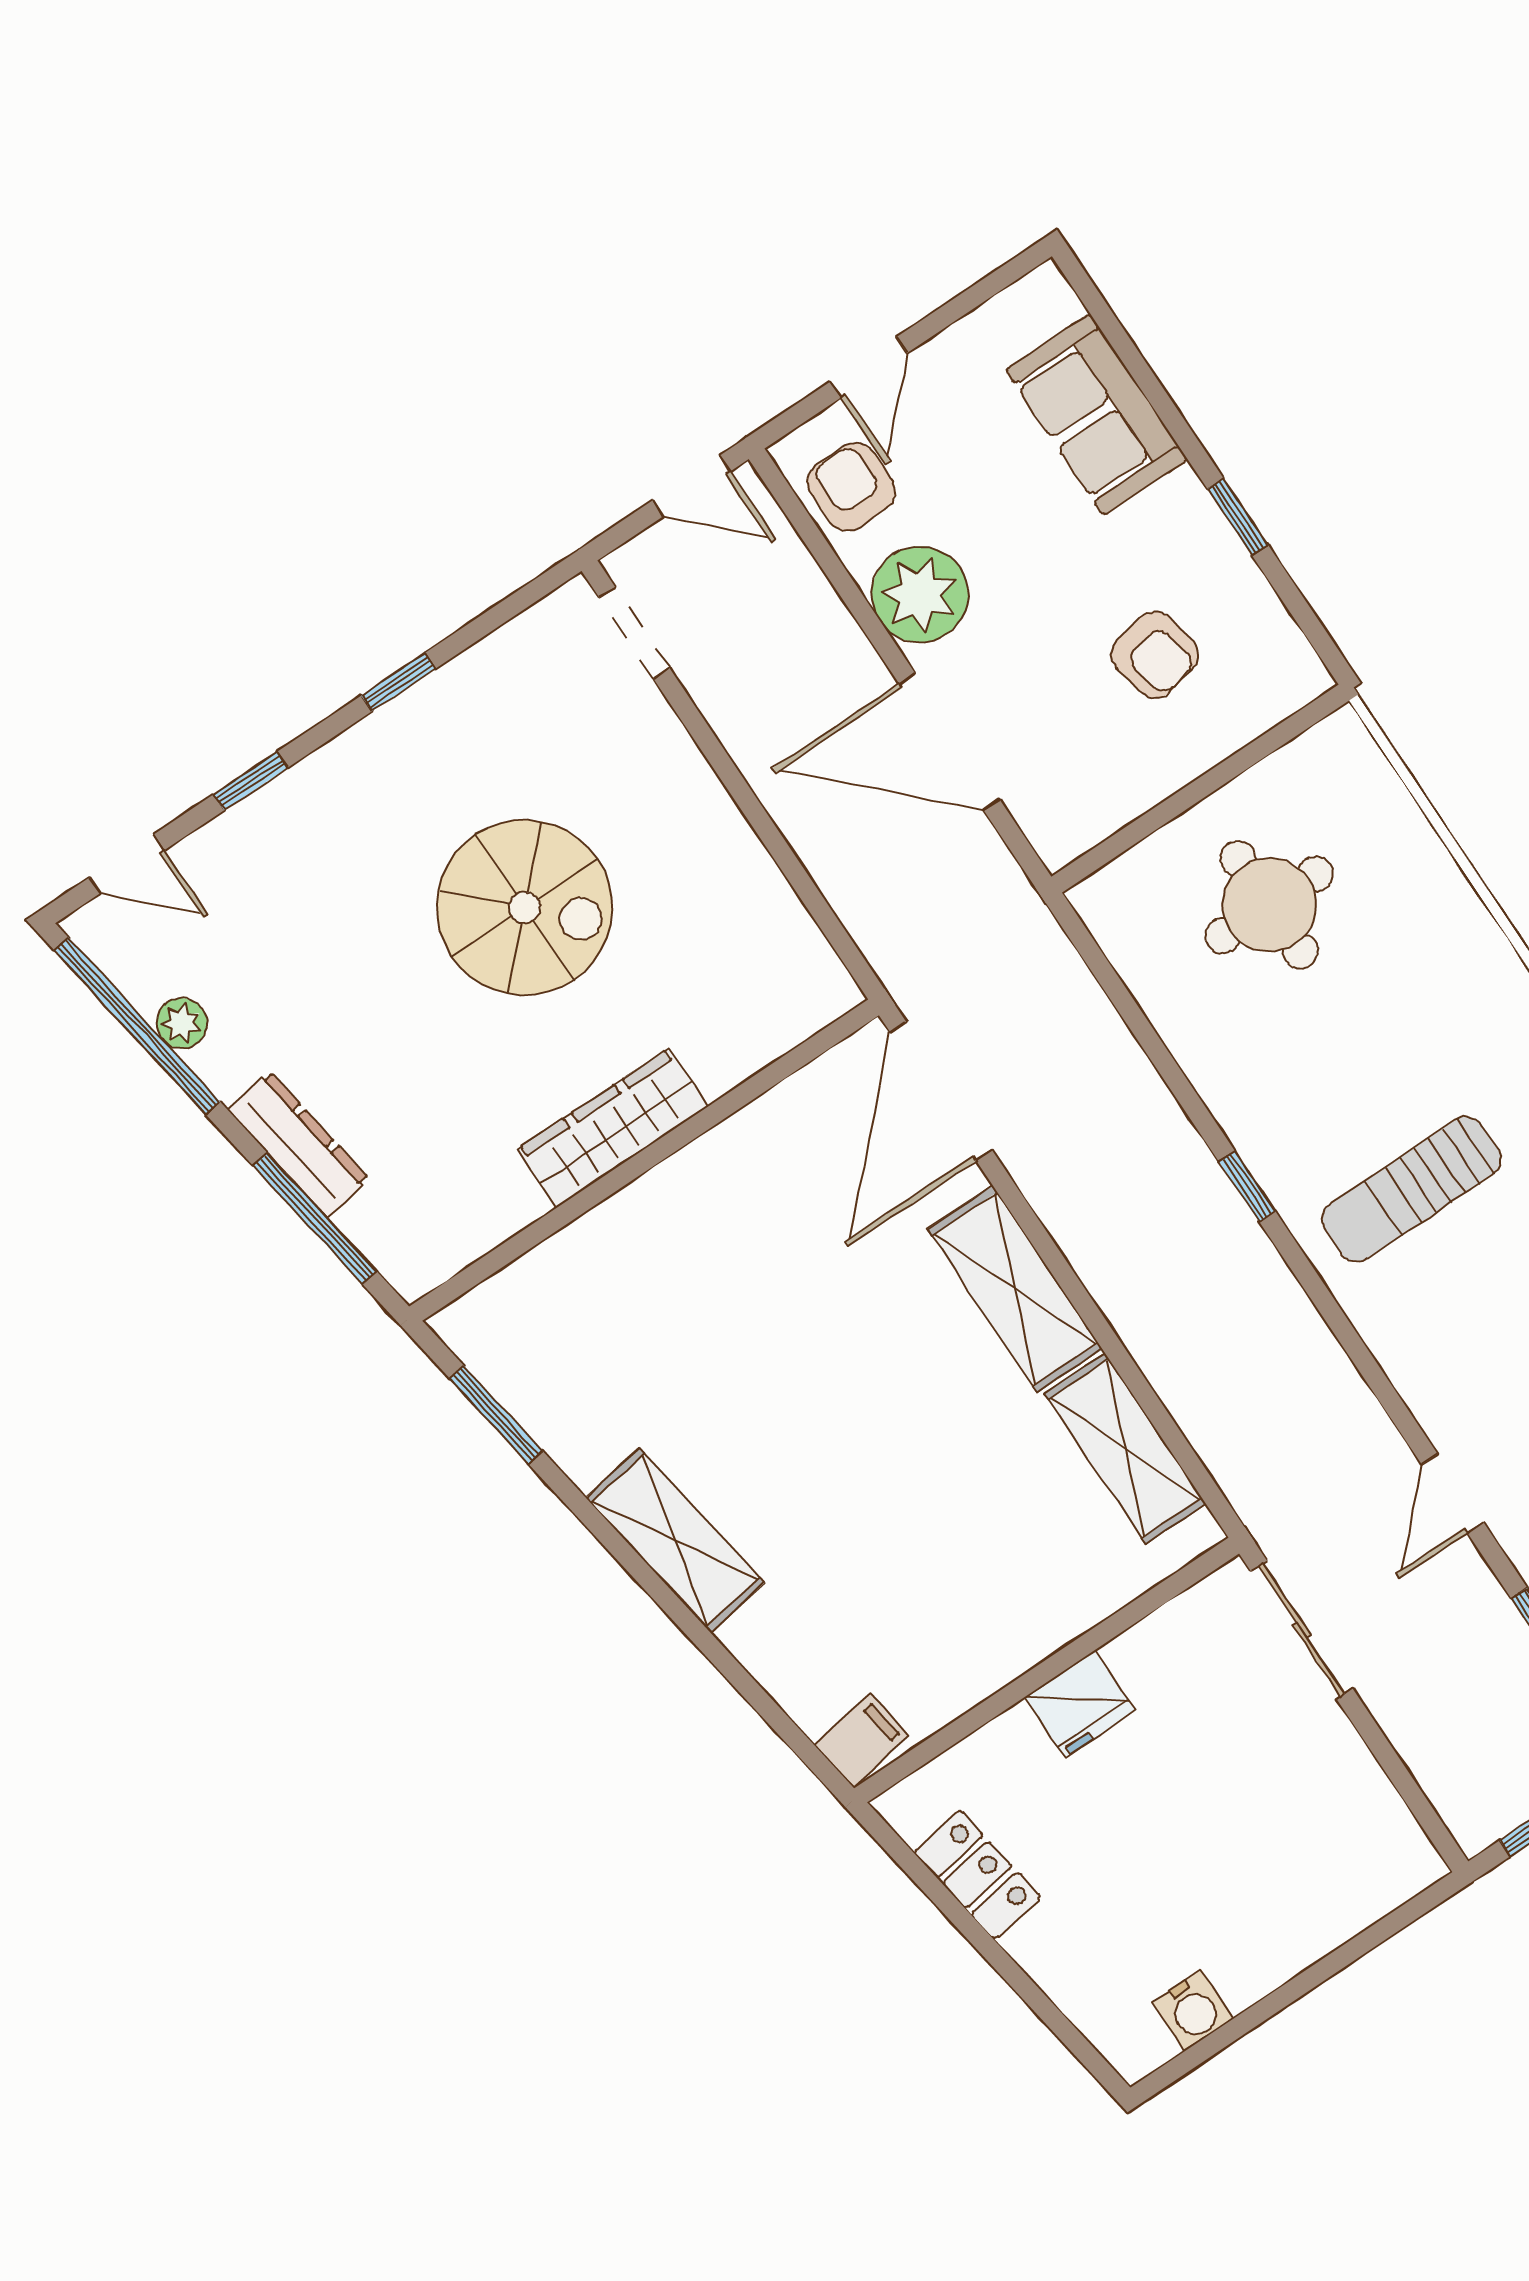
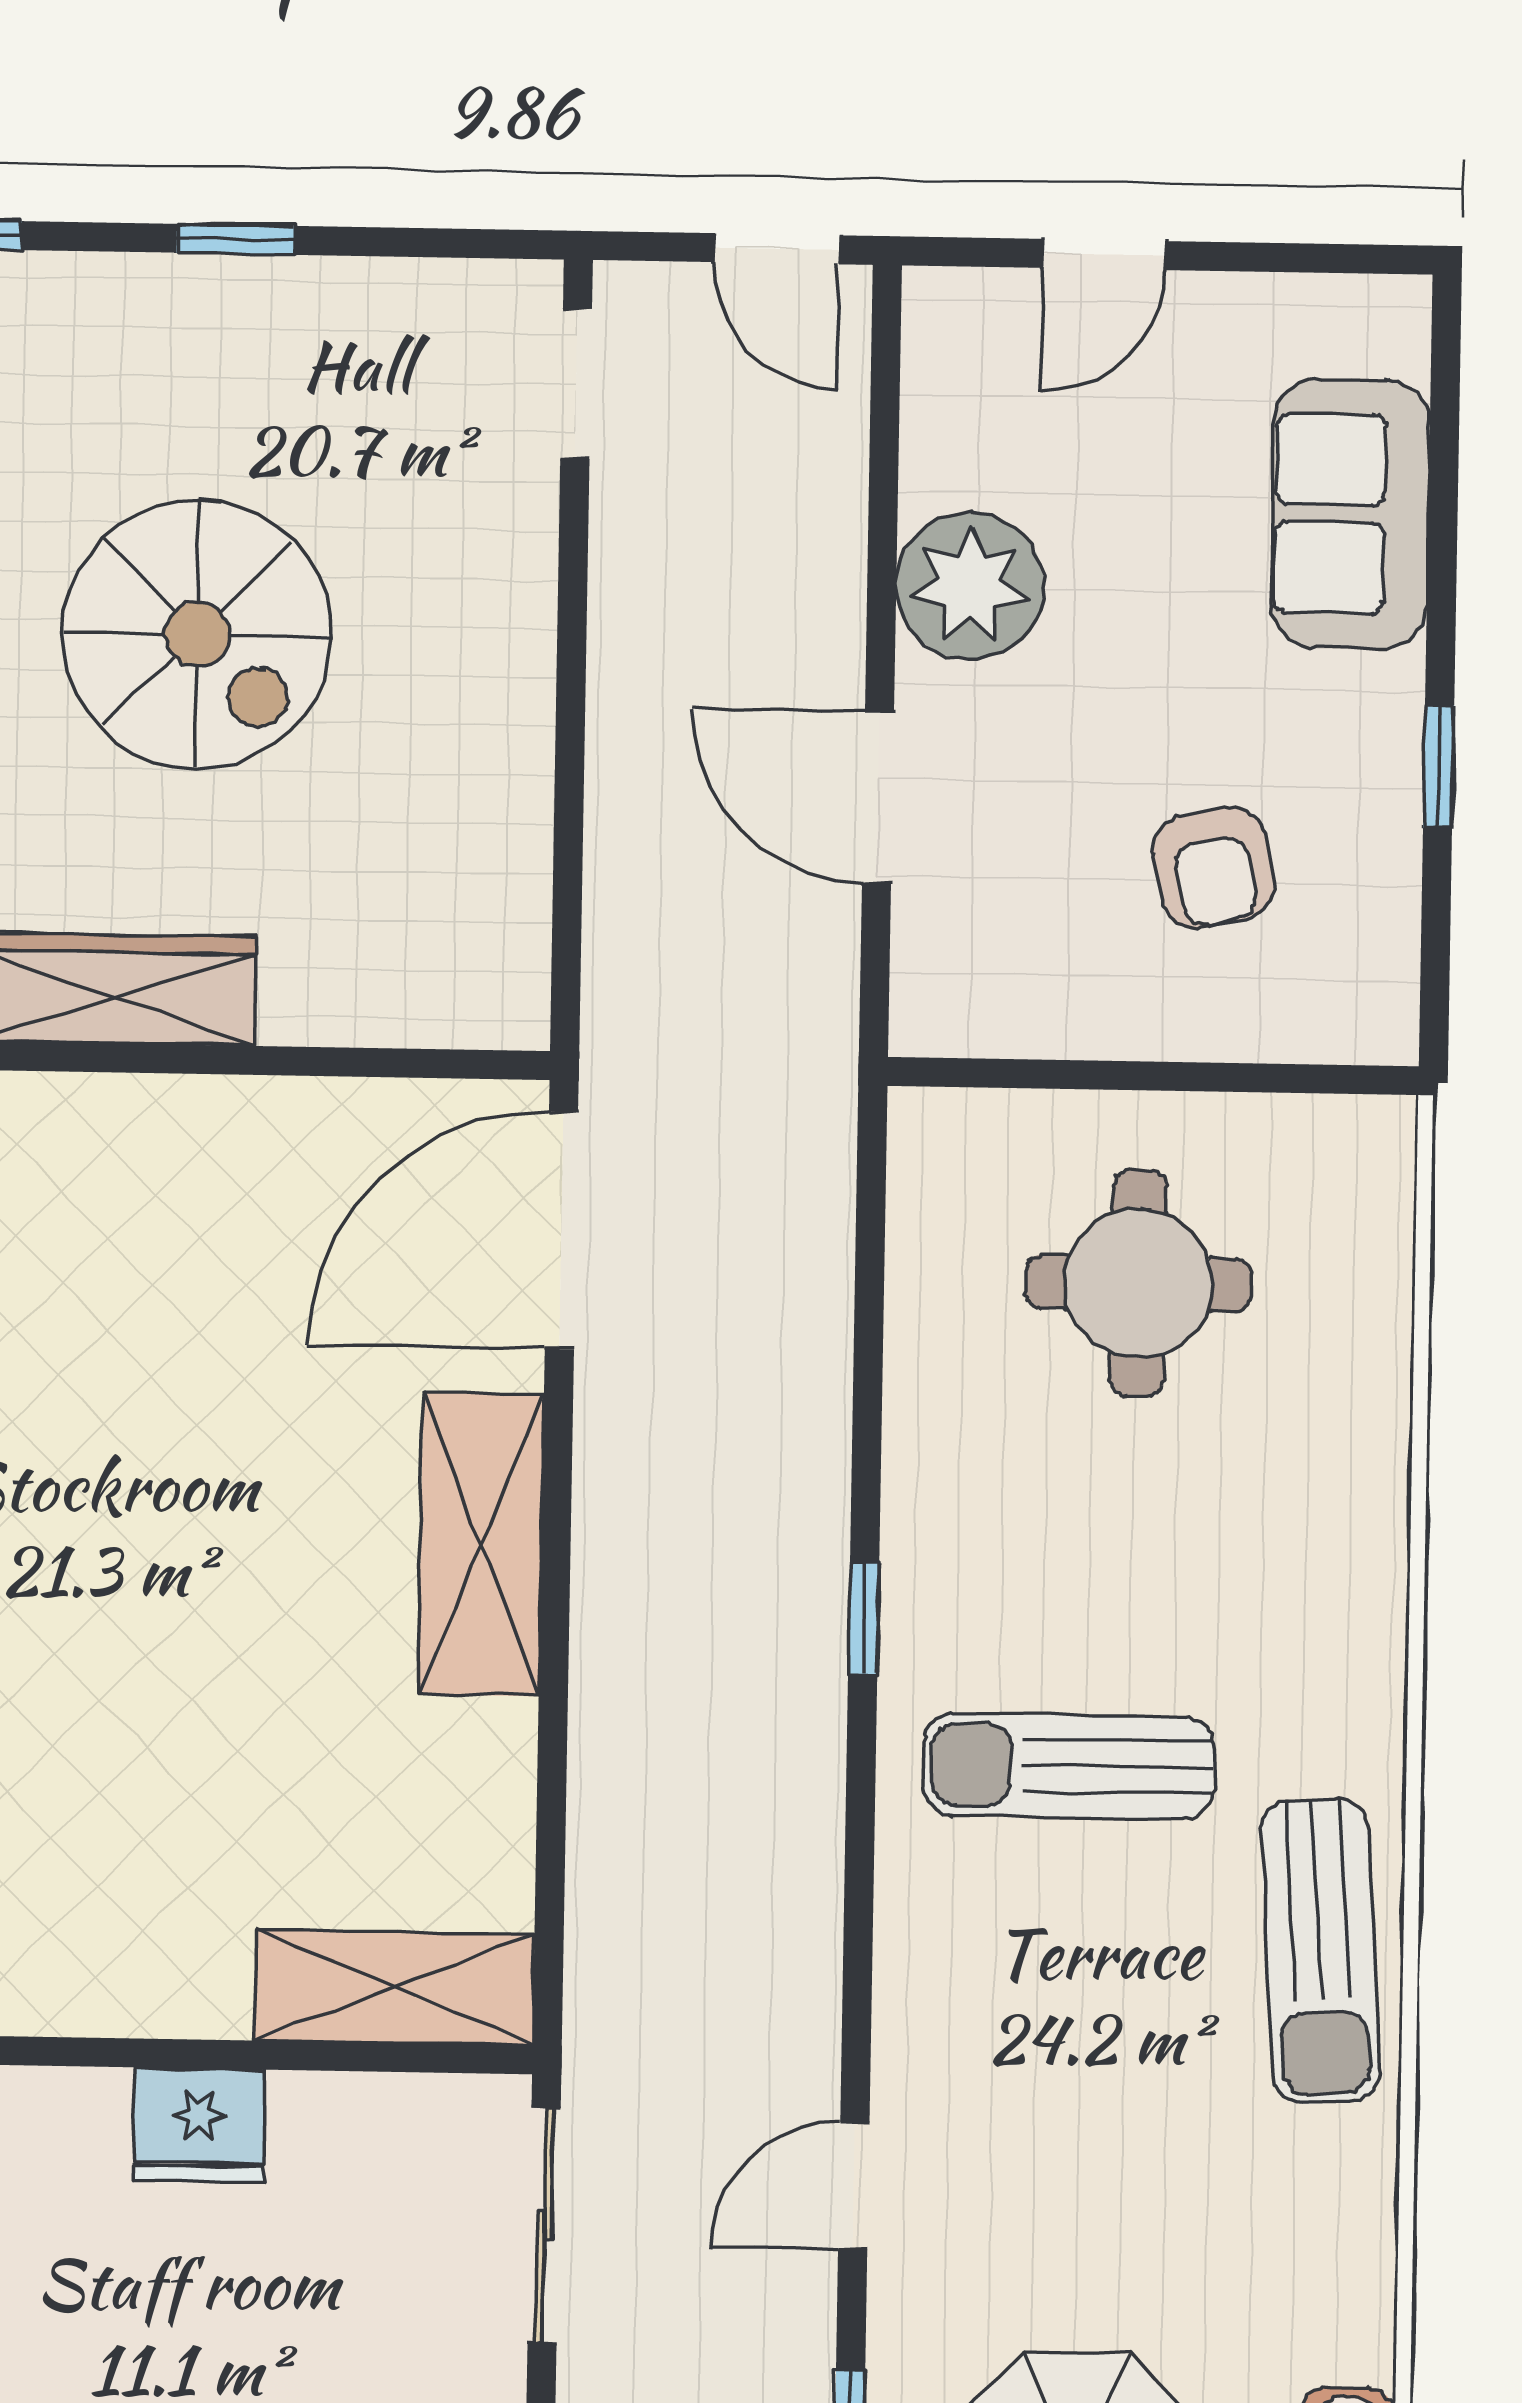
armchair: (851, 487) -> (978, 390), removed
door: (949, 742) -> (878, 797), width x0.73
shelving: (1125, 1448) -> (394, 1987), moved, turned 90

